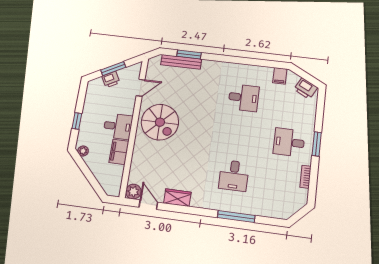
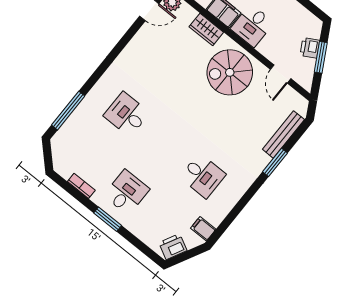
window: (189, 54) -> (275, 162), moved
desk: (244, 98) -> (203, 176), turned -90
wardrobe: (177, 198) -> (206, 29), moved, turned 90
window: (236, 216) -> (68, 111), moved

